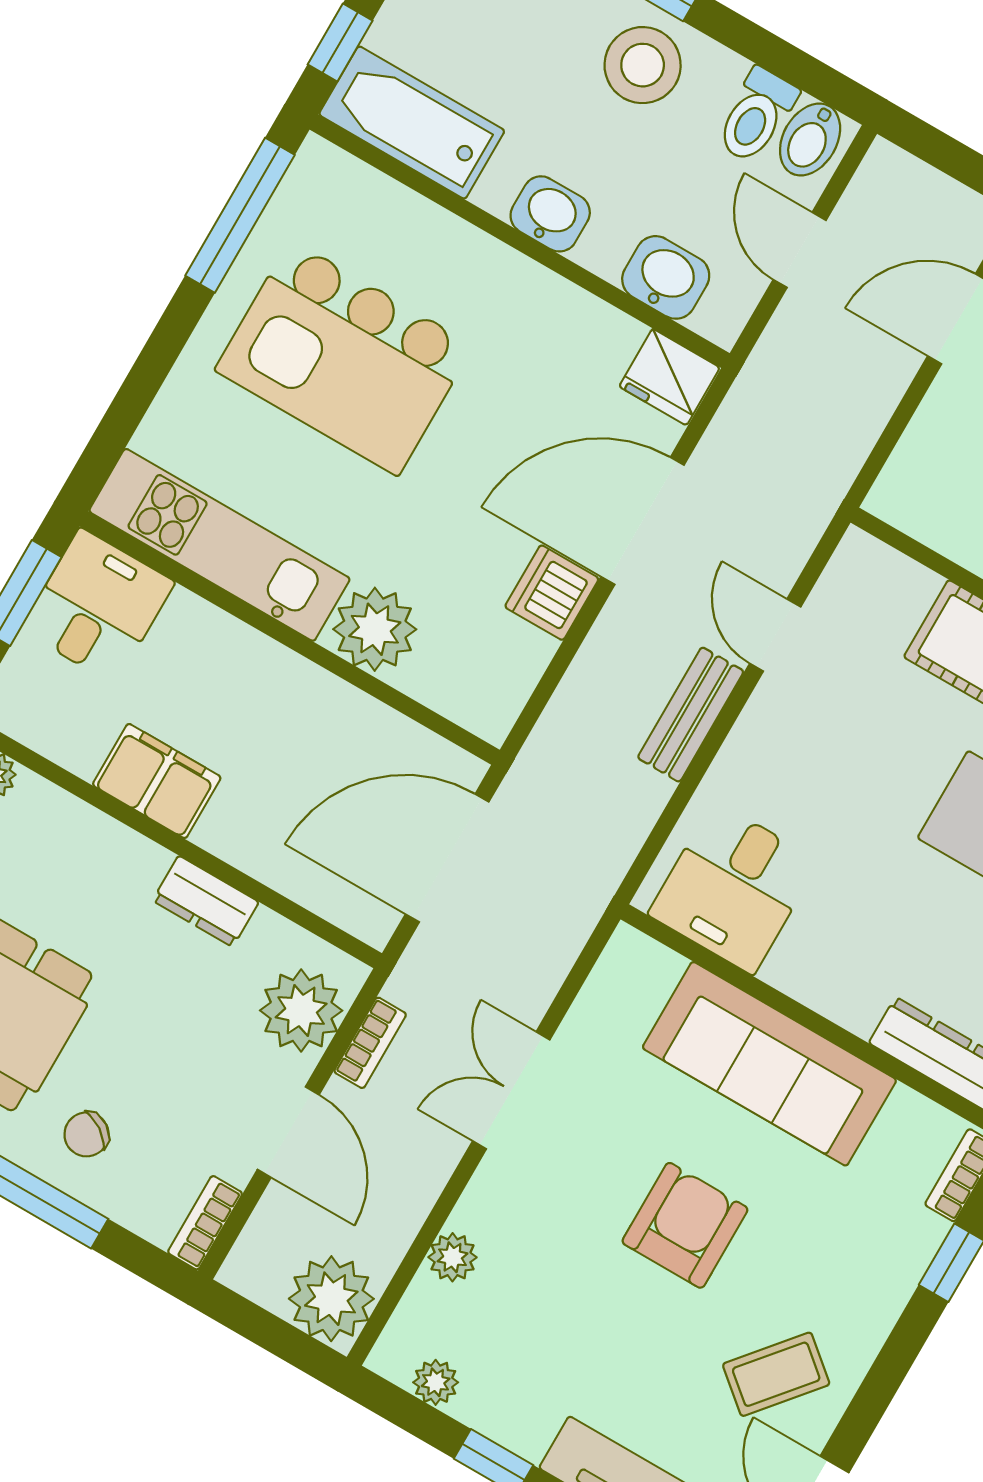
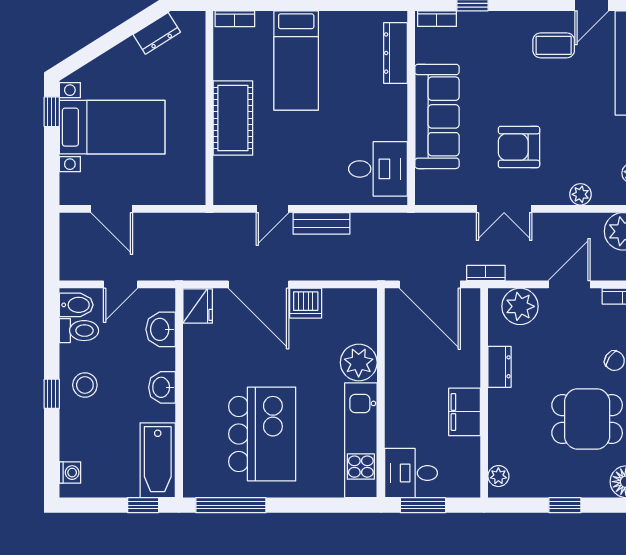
stool: (643, 65) -> (85, 385), width x0.73, depth x0.73
bookcase: (370, 1043) -> (486, 273), moved
armchair: (685, 1225) -> (519, 147), moved
coffee table: (776, 1374) -> (554, 45), turned -40

